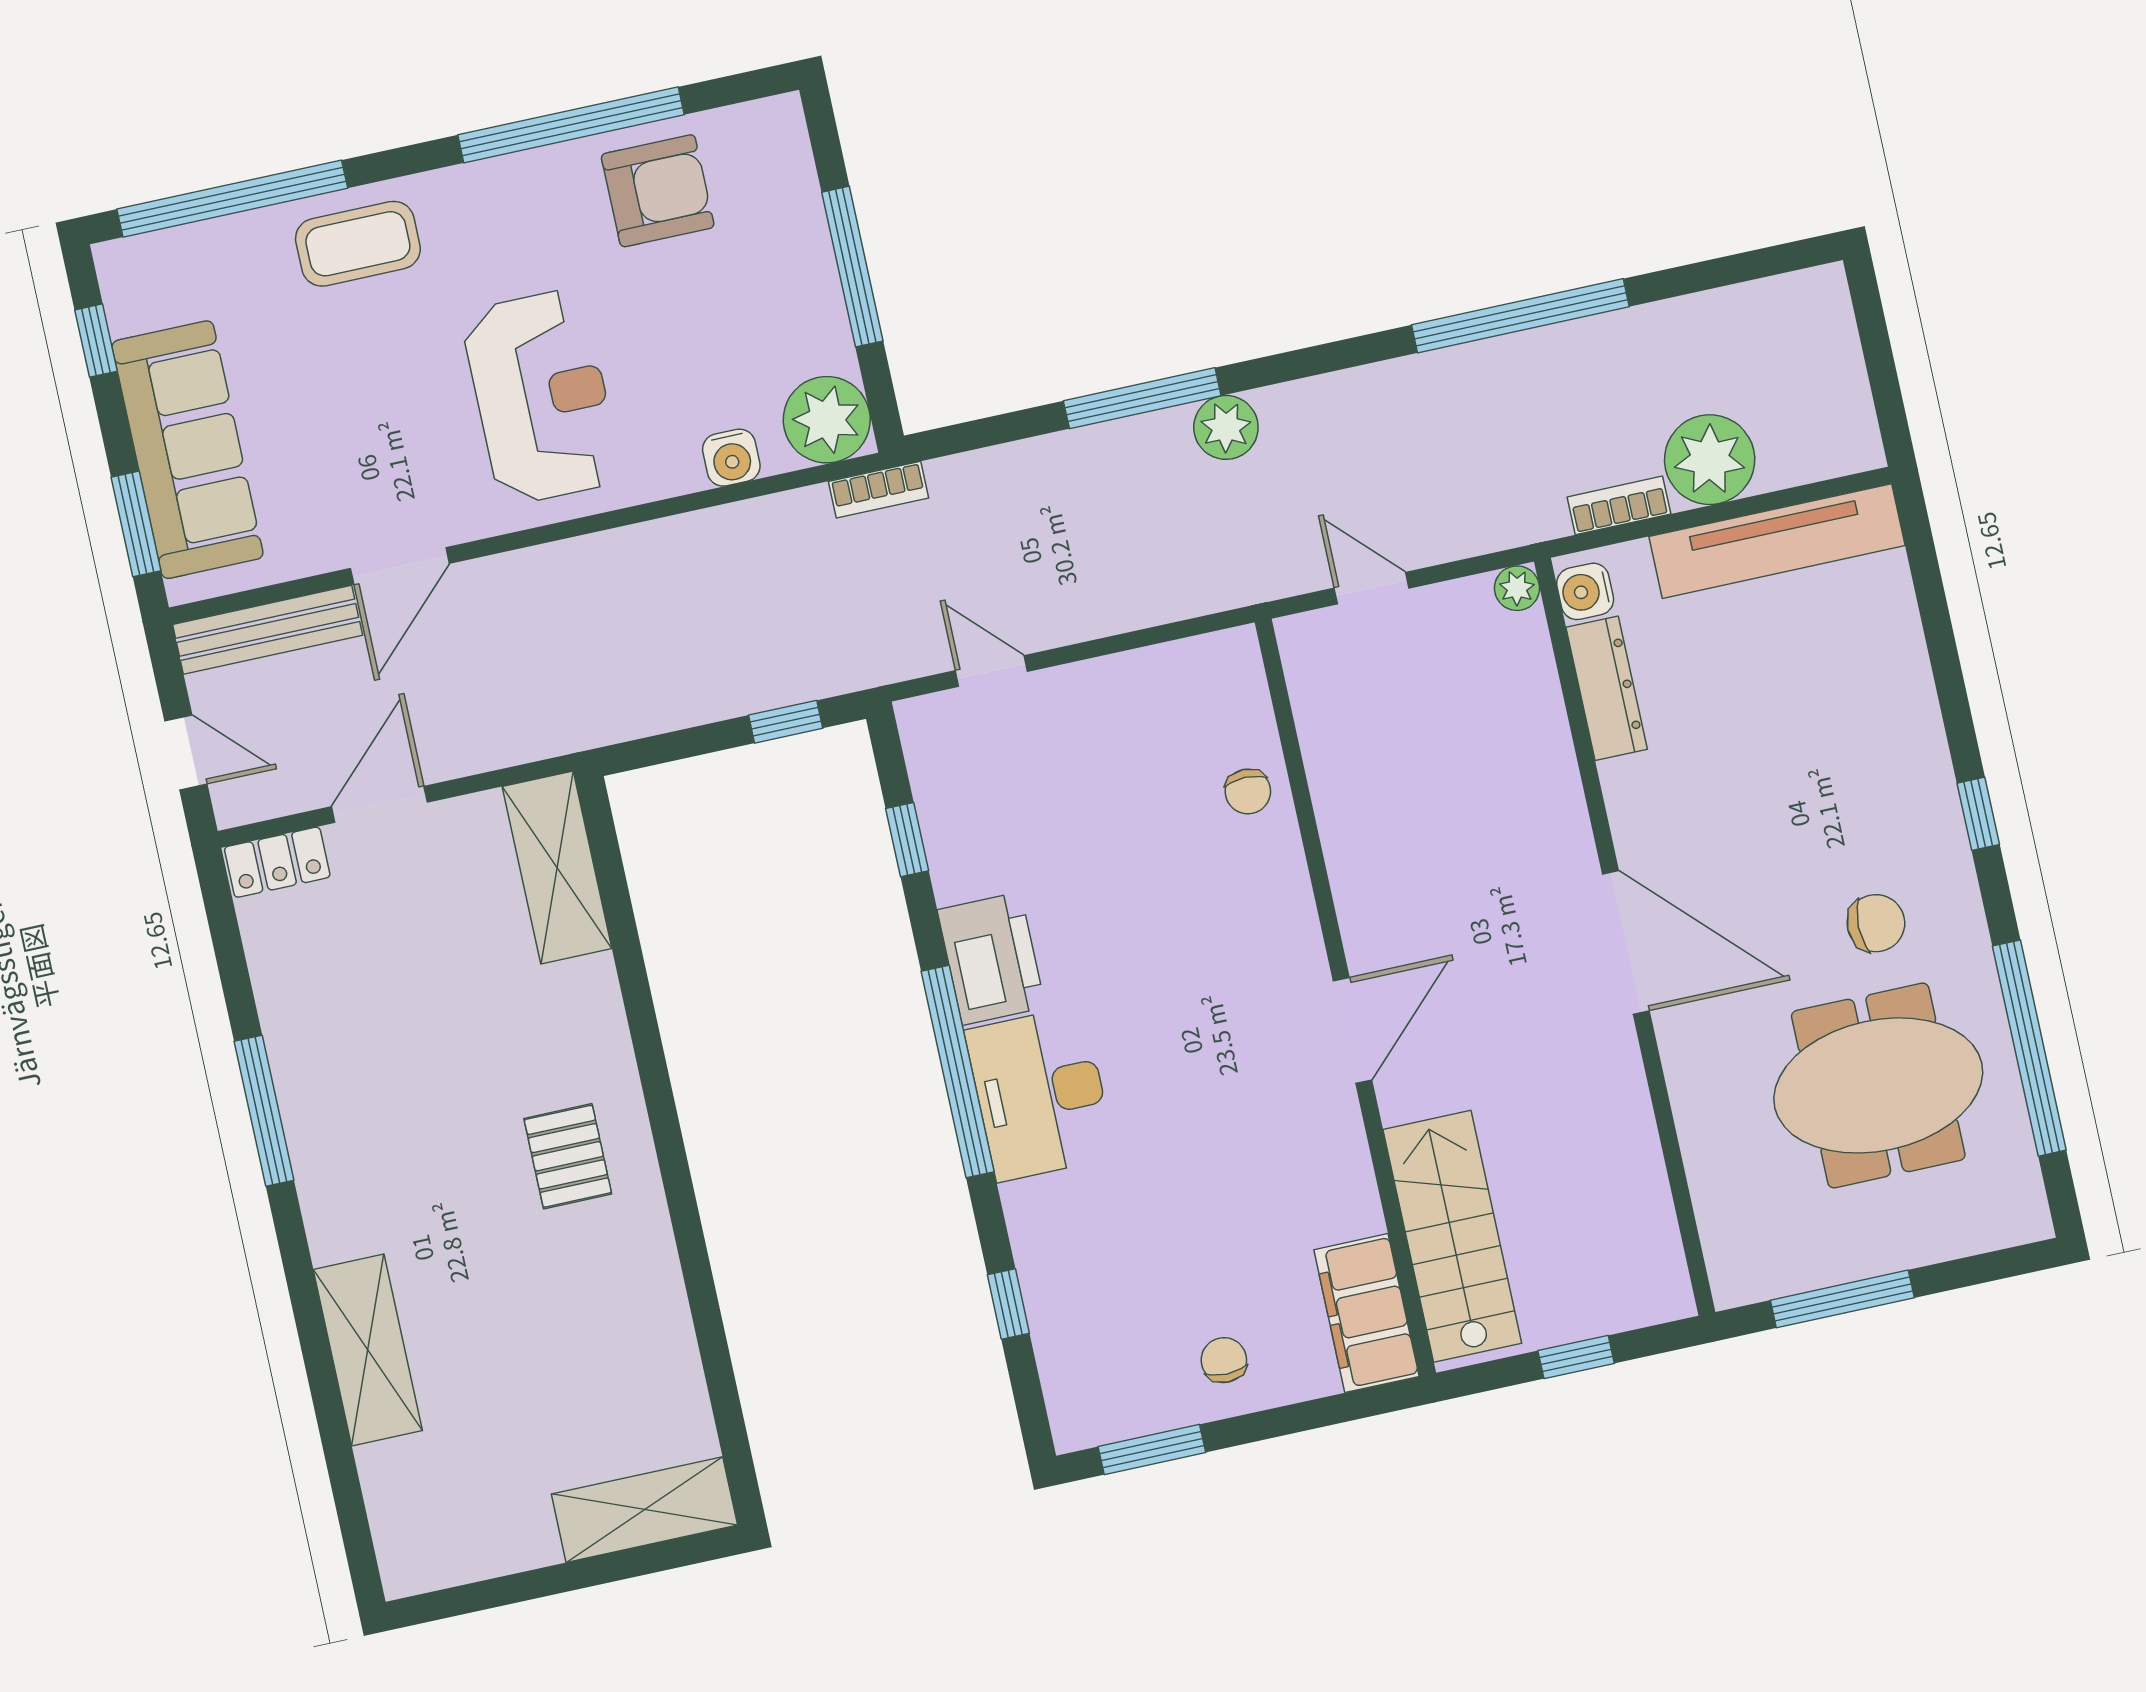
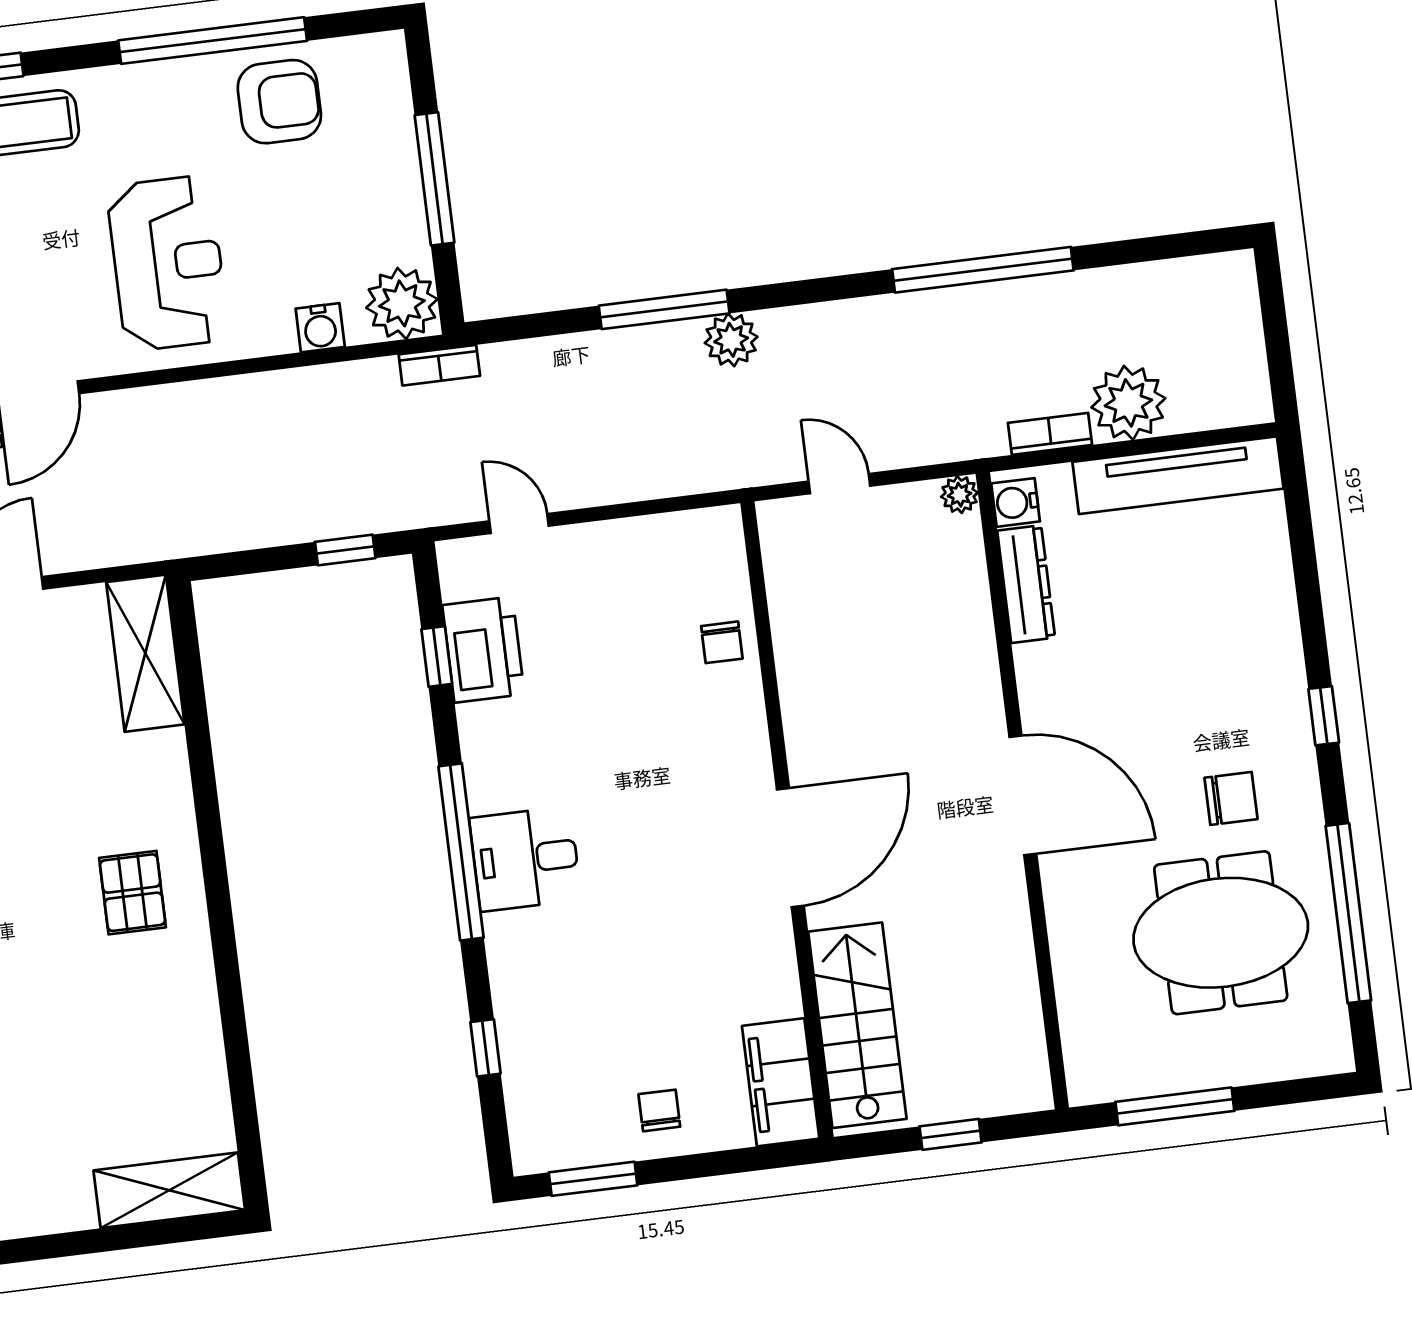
printer: (991, 959) -> (483, 650), moved
door: (1352, 1030) -> (790, 848), width x1.36
desk: (1040, 1094) -> (525, 859), width x0.73

